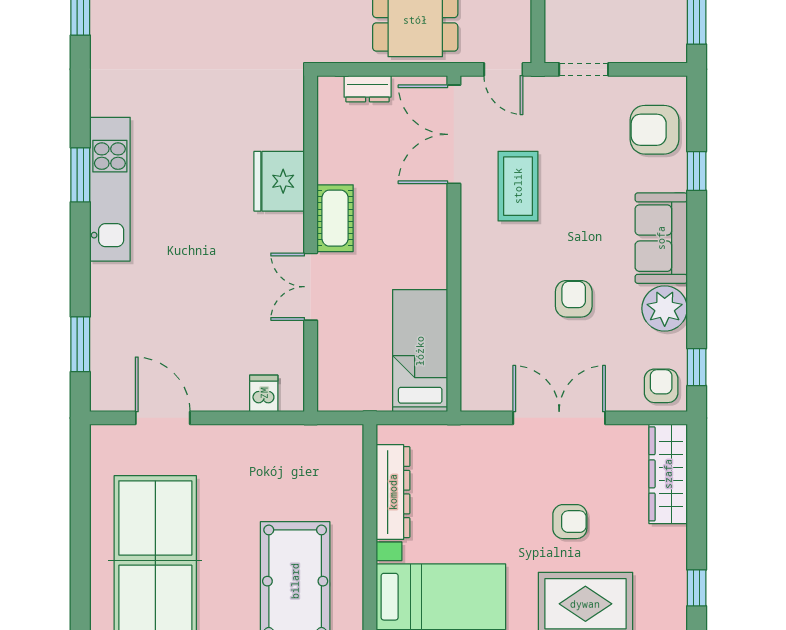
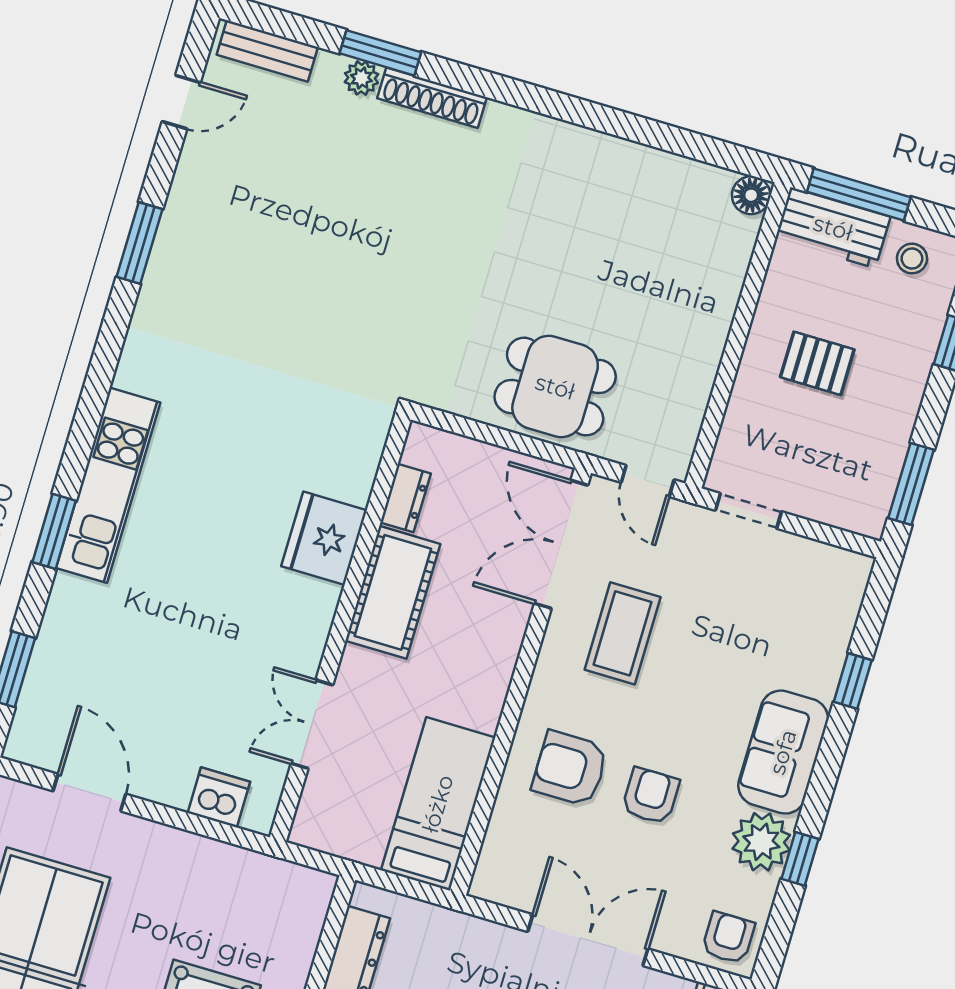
dresser: (368, 89) -> (406, 498), moved, turned -90
armchair: (654, 130) -> (570, 769), moved
window: (80, 175) -> (54, 531), moved
cot: (335, 218) -> (393, 592), width x1.37, depth x1.34
double door: (311, 287) -> (312, 724), moved
window: (697, 367) -> (800, 859), moved
dishwasher: (264, 393) -> (219, 797), width x1.38

